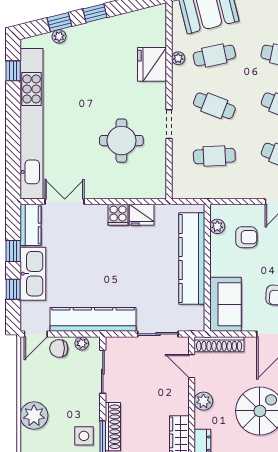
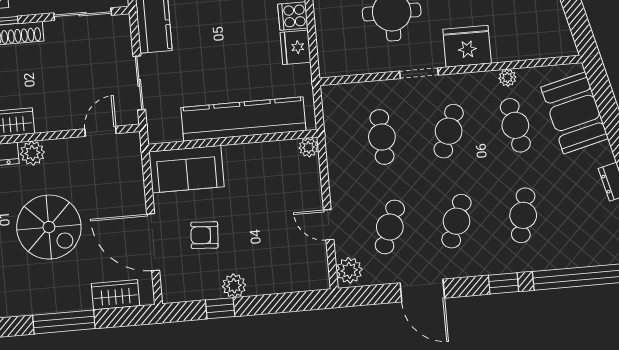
fridge: (152, 64) -> (467, 46), moved
plant: (217, 226) -> (308, 147), moved
armchair: (246, 237) -> (278, 189), removed
shoe rack: (219, 344) -> (133, 165), removed
plant: (203, 401) -> (32, 153), moved

